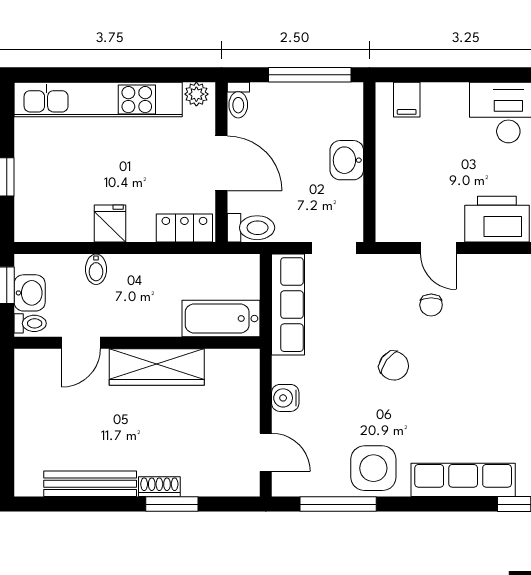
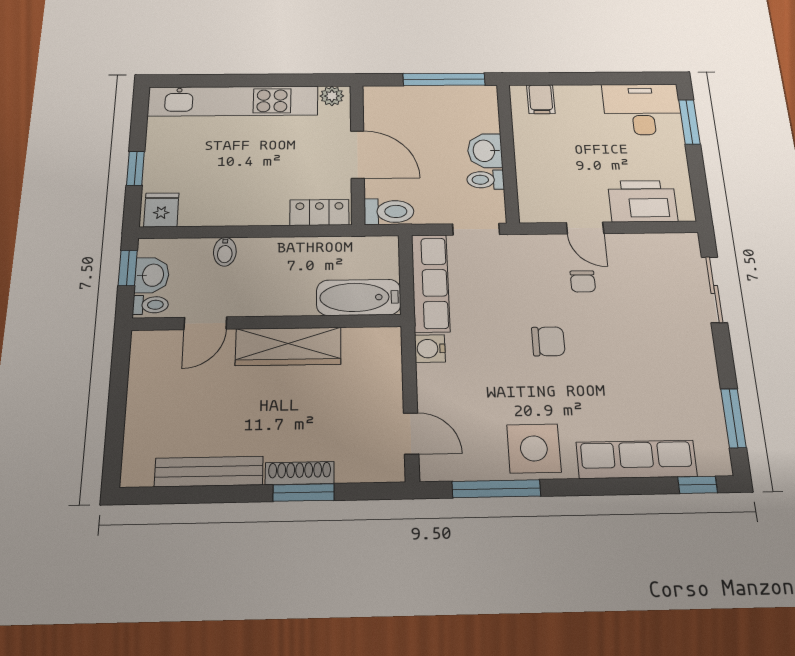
toilet: (238, 100) -> (485, 180), moved, turned 90
fridge: (110, 223) -> (161, 210), moved
chair: (394, 366) -> (548, 341), turned -37
water cooler: (285, 398) -> (430, 349), moved
shoe rack: (159, 487) -> (300, 473), width x1.43

